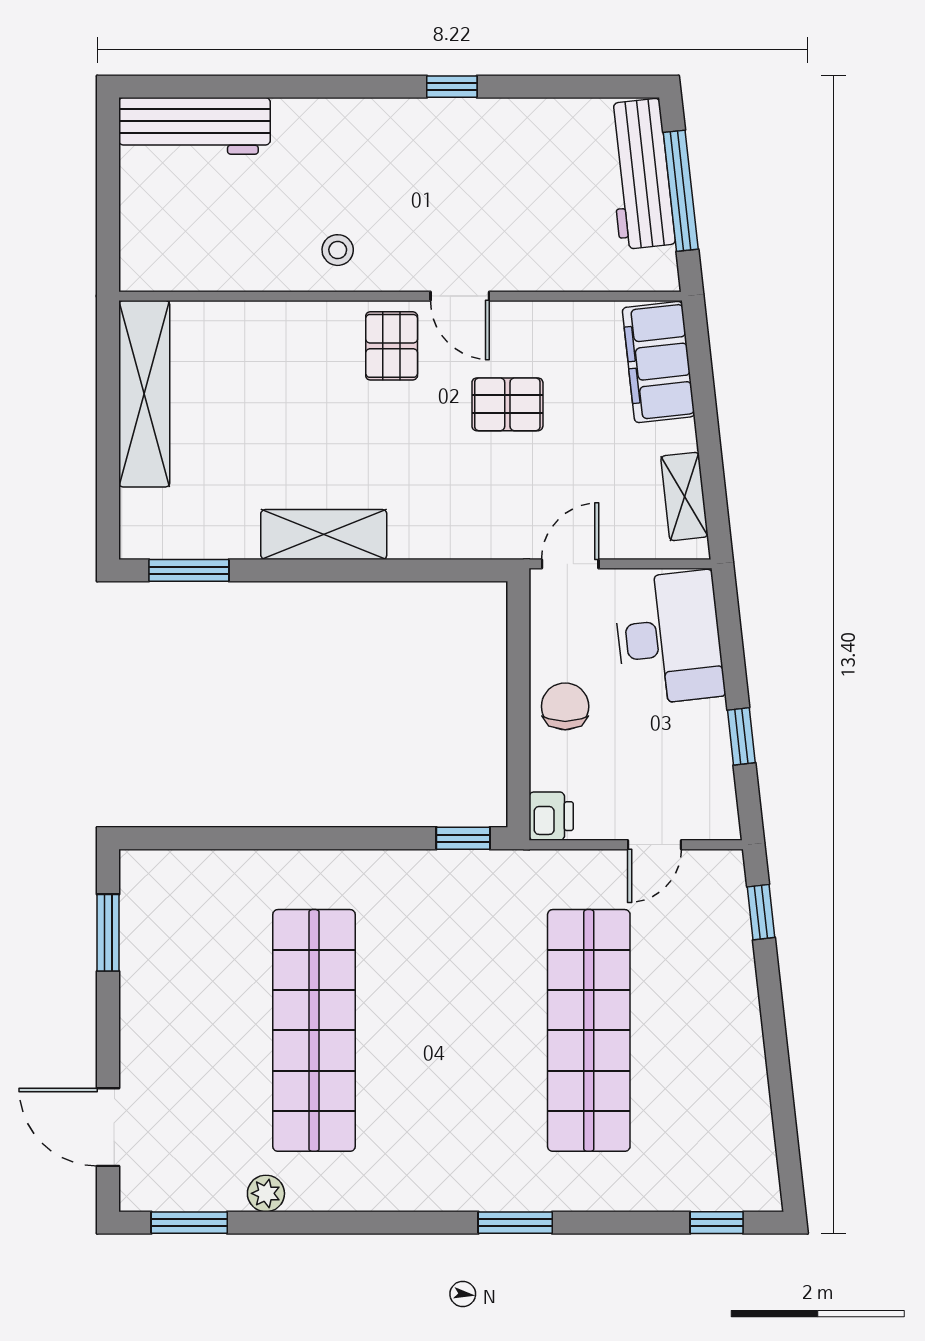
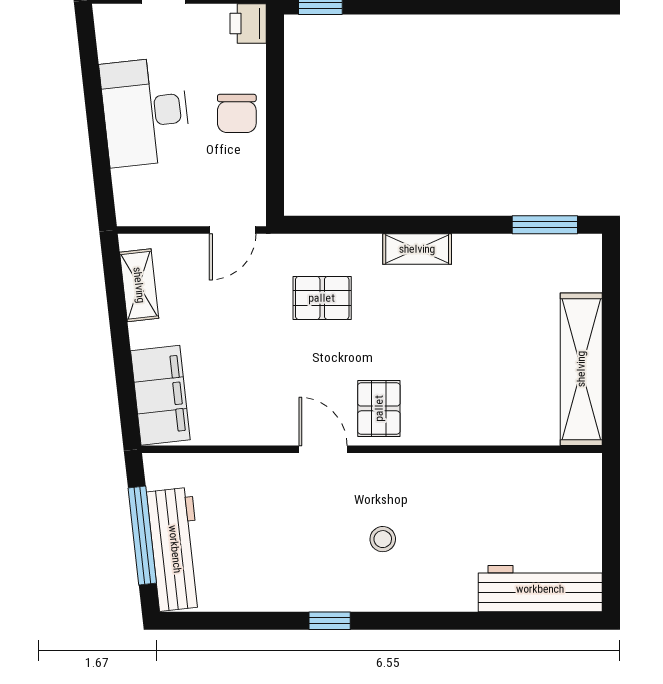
stool: (338, 250) -> (383, 539), moved
pallet: (507, 404) -> (322, 298), moved
shelving: (324, 534) -> (417, 249), width x0.67, depth x0.75
desk: (669, 638) -> (145, 112), moved
window: (741, 736) -> (92, 89), removed

